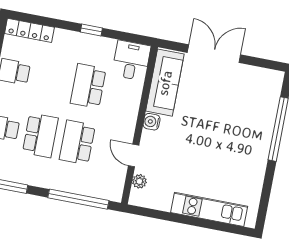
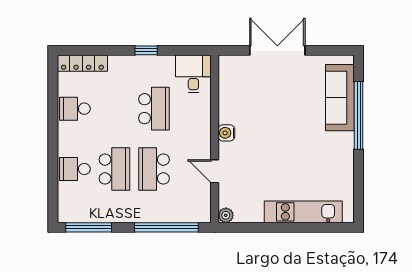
sofa: (165, 83) -> (340, 98), moved, turned 180
school desk: (88, 86) -> (154, 109), turned 180
plant: (139, 181) -> (226, 215), moved

